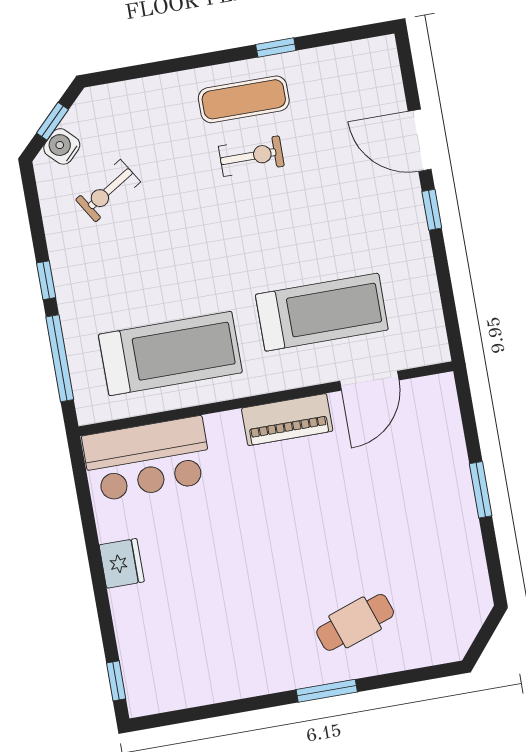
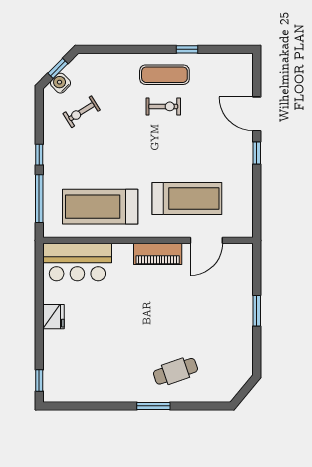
treadmill: (170, 353) -> (100, 207), turned 180

